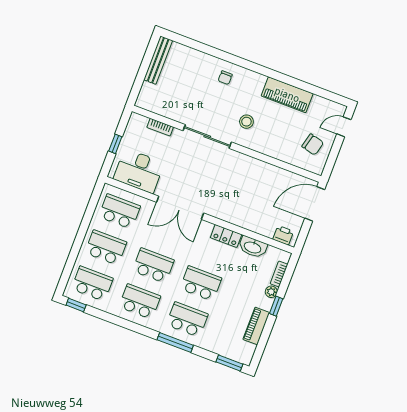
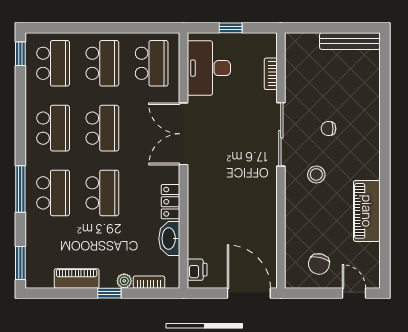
chair: (225, 78) -> (329, 129), moved

